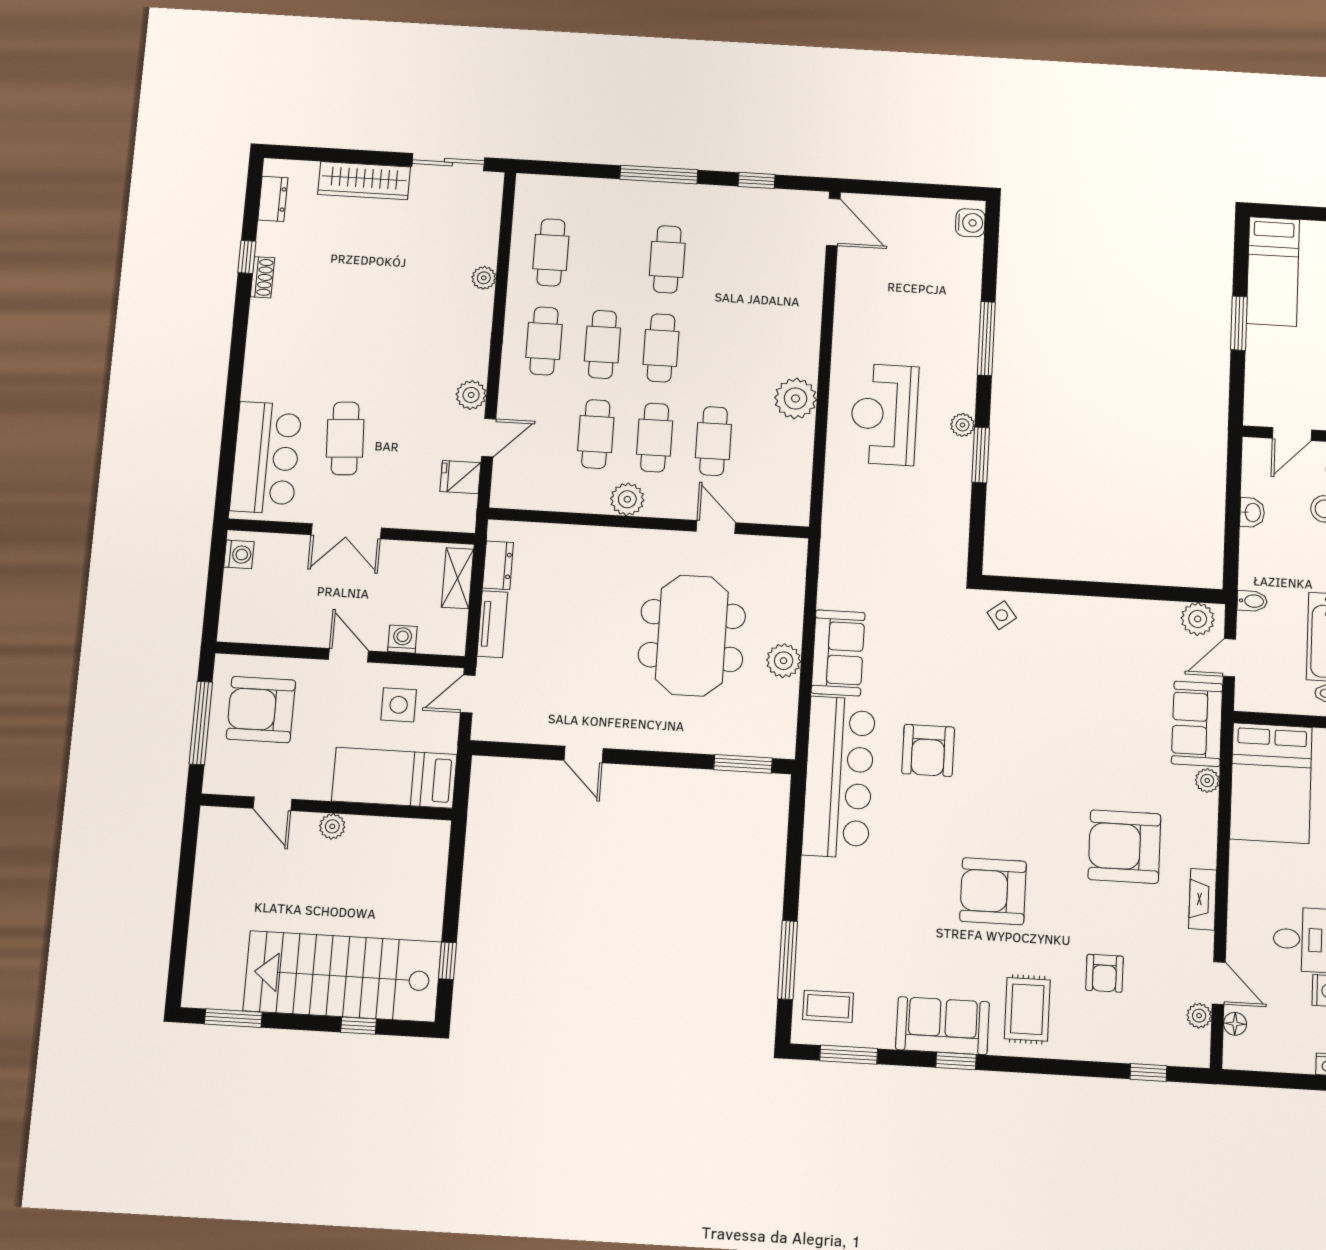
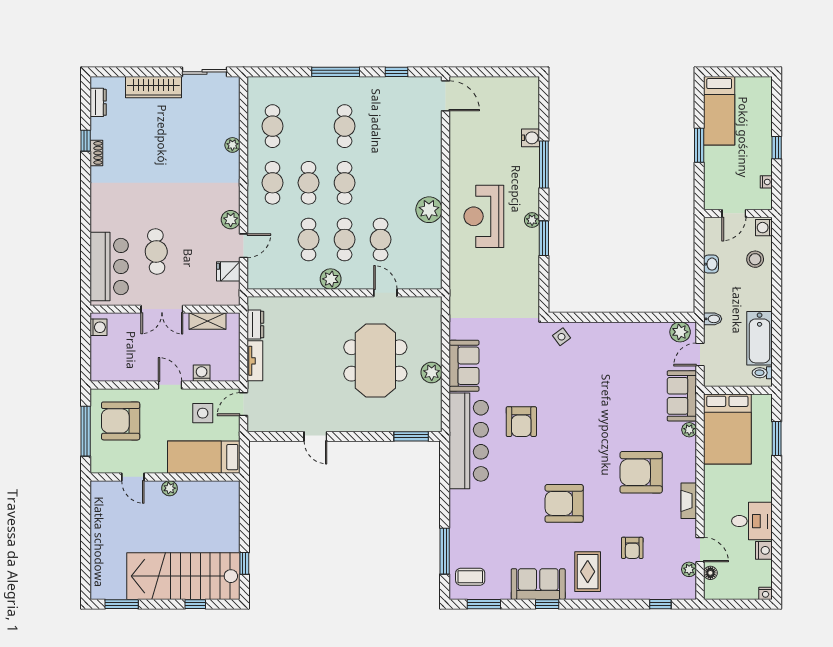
water cooler: (970, 223) -> (530, 138), moved
shelving: (458, 578) -> (207, 321), moved, turned 90

